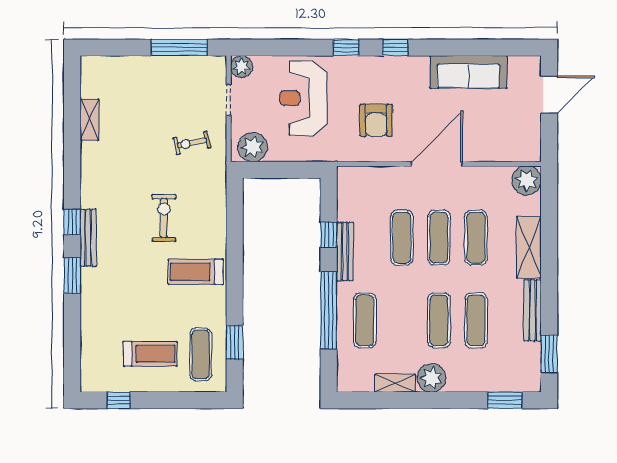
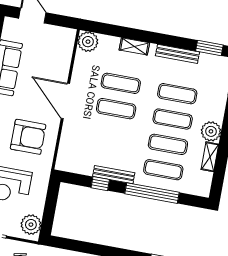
armchair: (376, 120) -> (28, 137), width x1.36, depth x1.36
exercise mat: (402, 238) -> (168, 144), moved
shelving: (529, 247) -> (134, 46), width x0.67, depth x0.75

